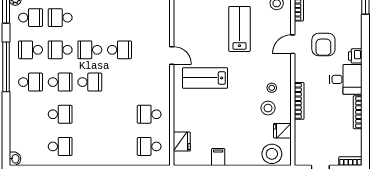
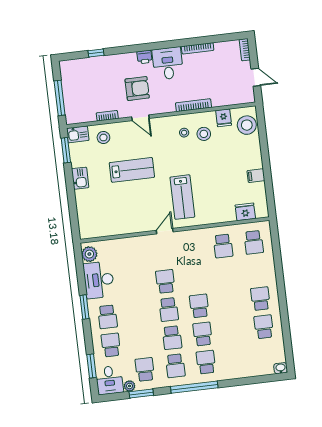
school desk: (60, 18) -> (141, 341), removed
lab bench: (239, 29) -> (132, 170), turned 180
school desk: (60, 114) -> (260, 299), moved

